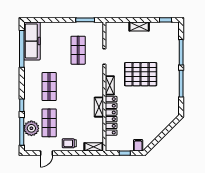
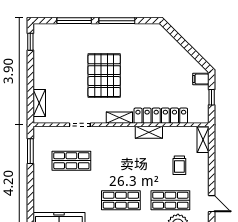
shelving: (139, 27) -> (39, 103), moved
trolley: (69, 143) -> (179, 165), moved

